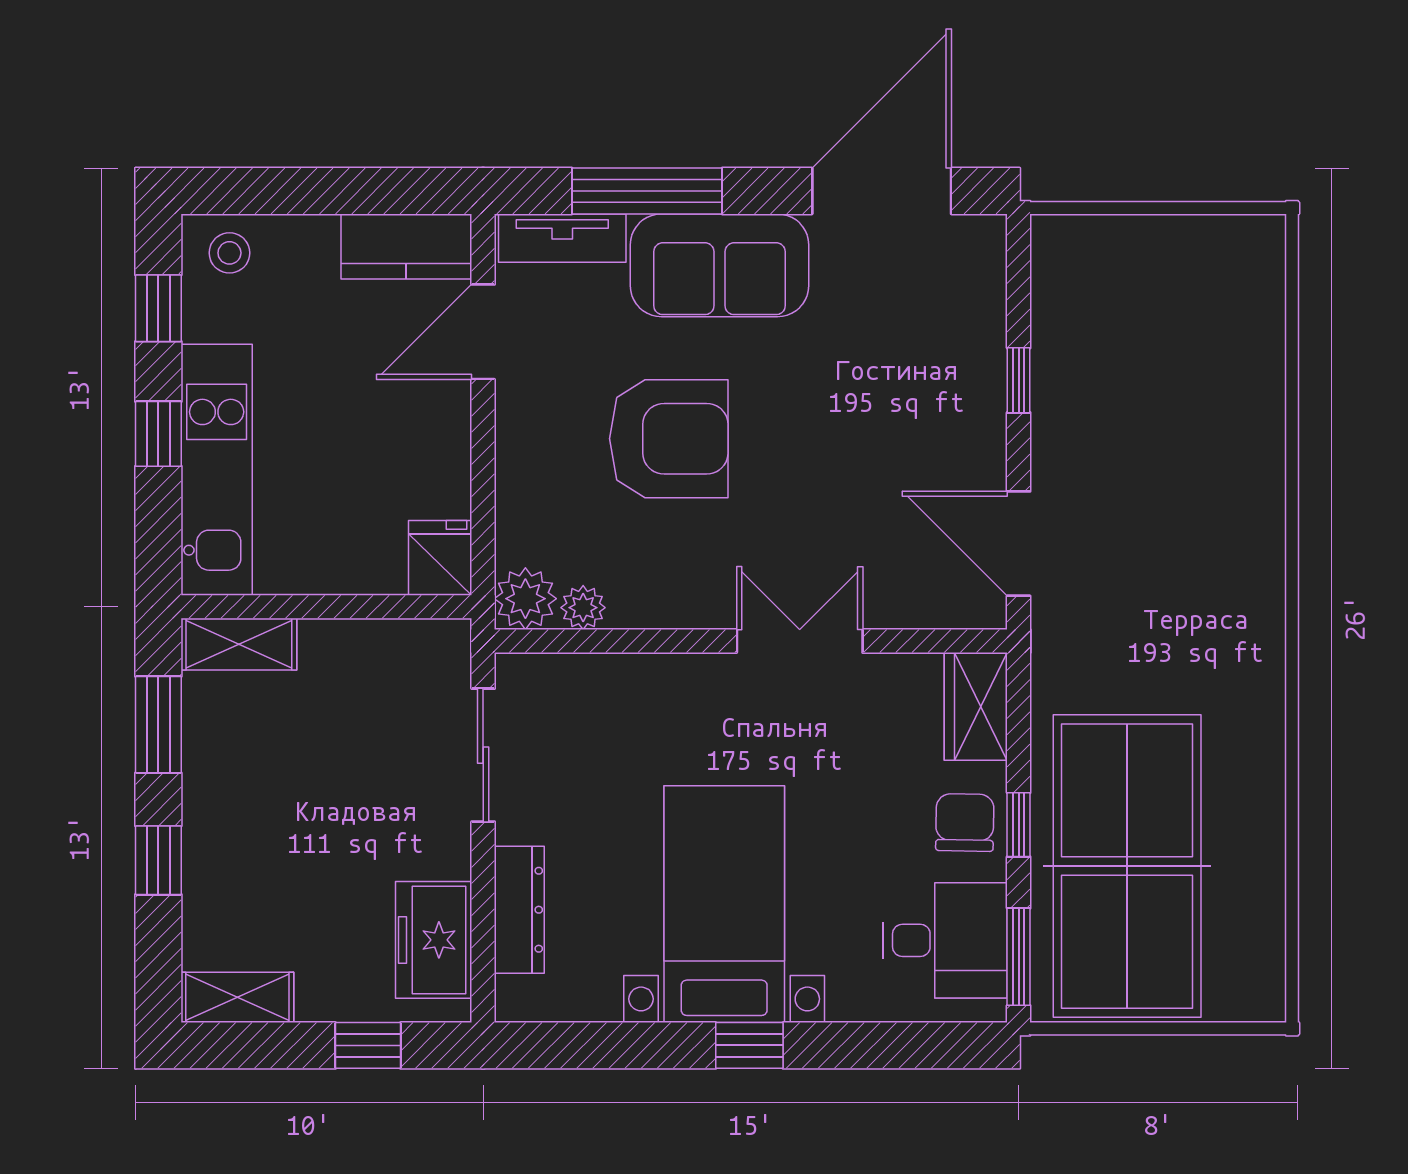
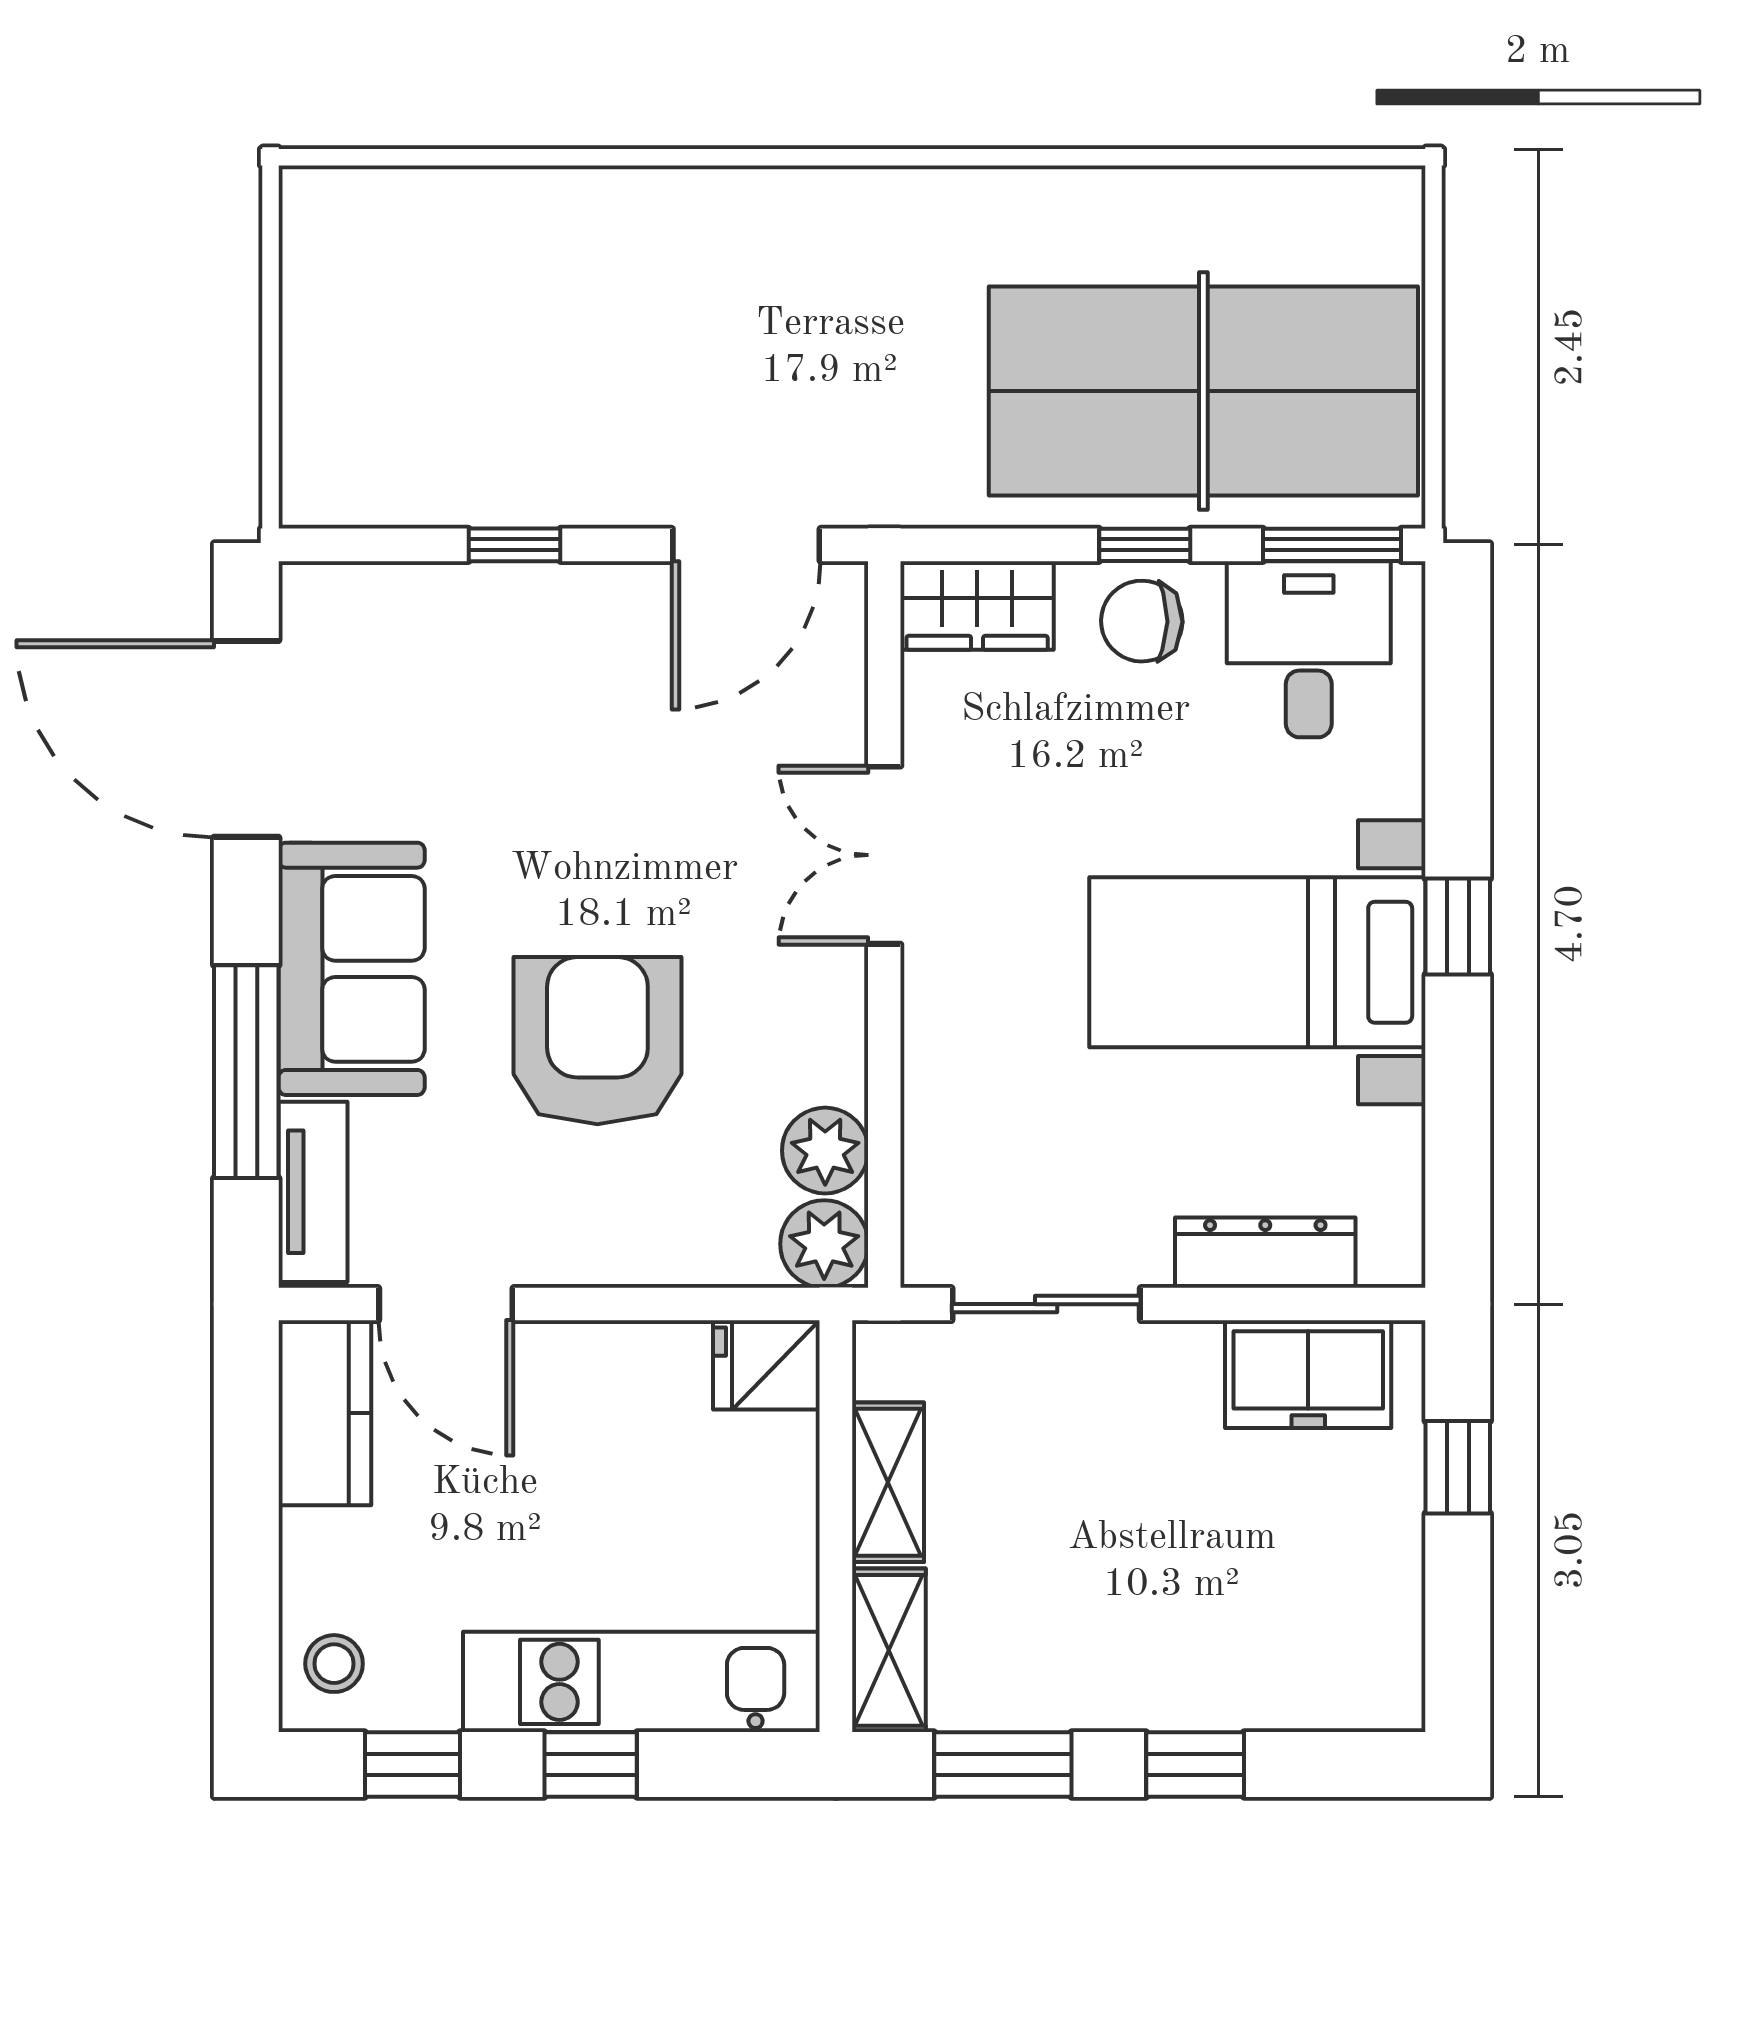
plant: (583, 608) -> (825, 1151), width x1.38, depth x1.38
shelving: (237, 997) -> (888, 1482), moved

